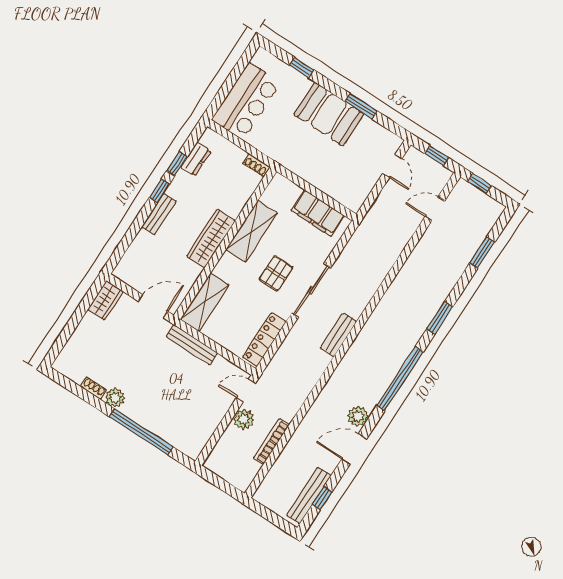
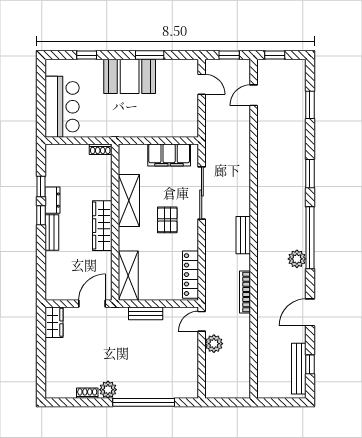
dresser: (196, 159) -> (52, 200), moved
sliding door: (311, 290) -> (202, 193), moved
bench: (192, 345) -> (146, 313), width x0.73
plant: (358, 416) -> (297, 259), moved
bookcase: (271, 441) -> (245, 292), moved

